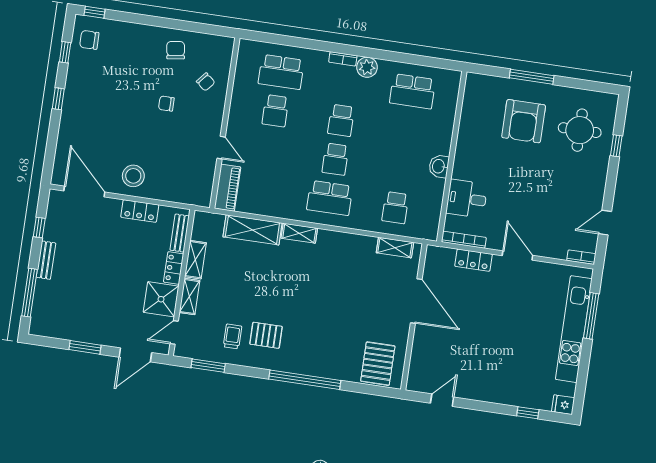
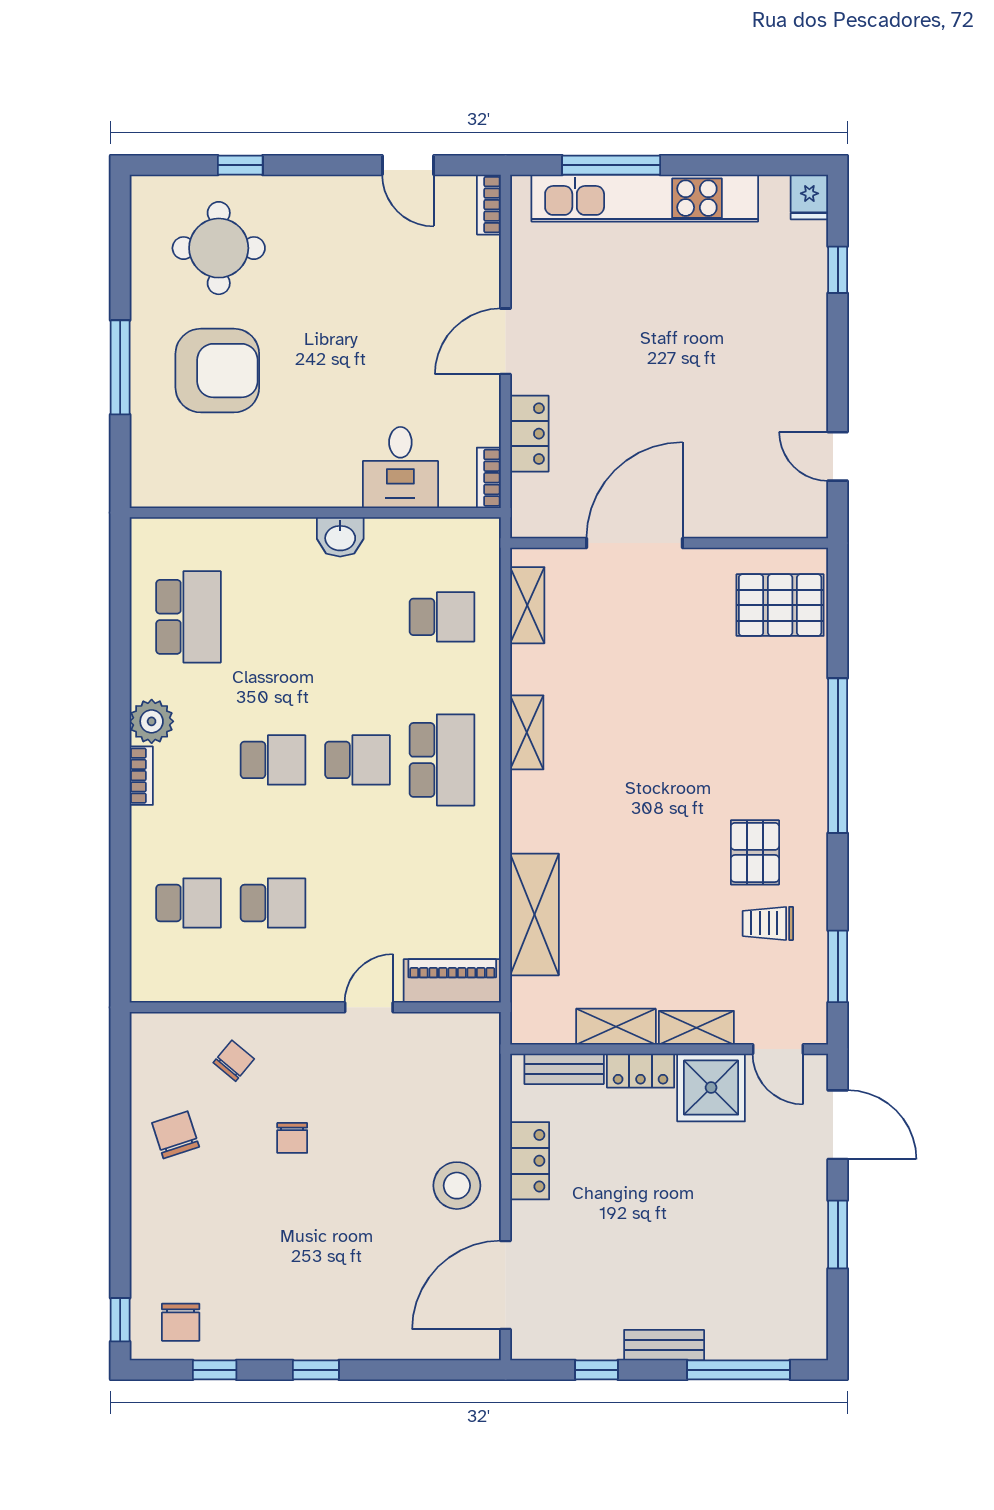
chair: (176, 50) -> (176, 1135), turned 80
school desk: (281, 72) -> (189, 903), width x0.54
shelving: (299, 233) -> (527, 732), moved
bookcase: (464, 240) -> (489, 478), width x0.64

